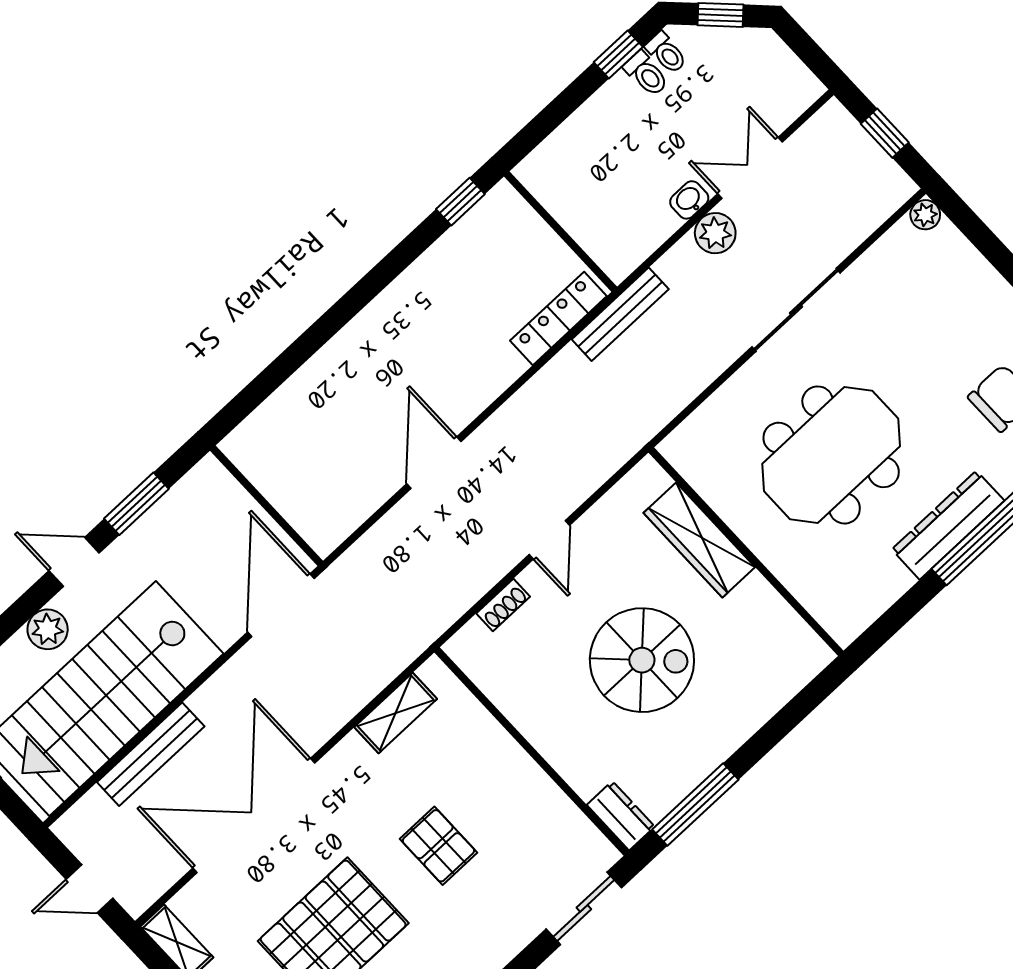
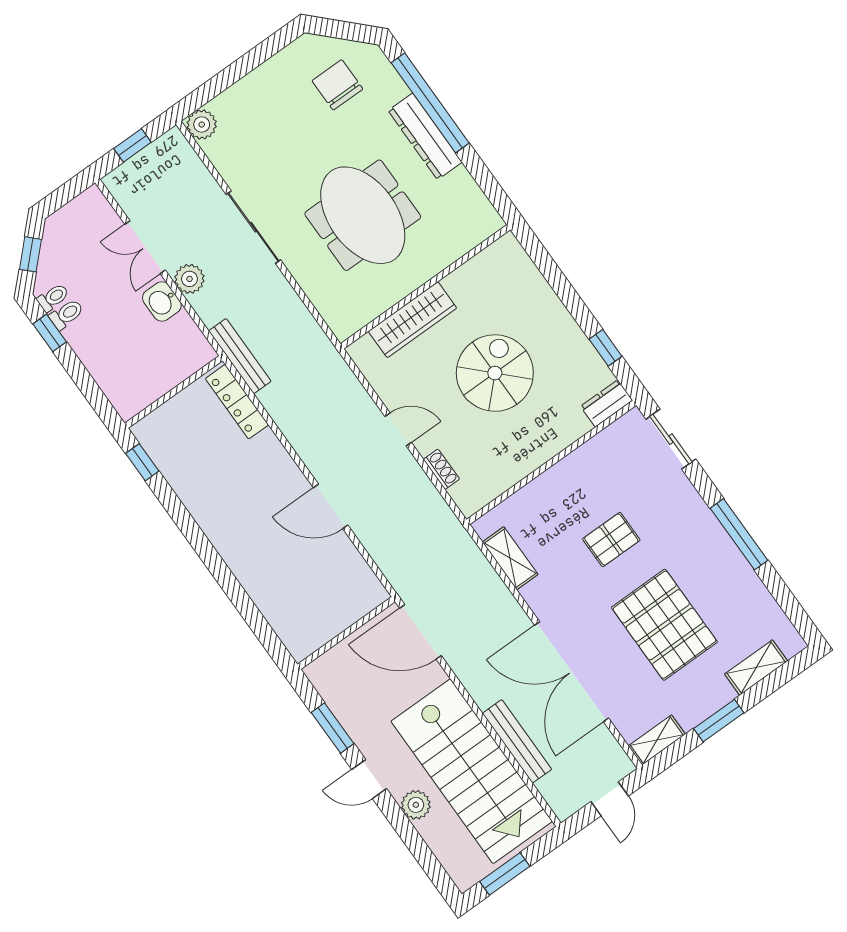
washbasin: (689, 200) -> (162, 301), width x1.38, depth x1.45
plant: (925, 215) -> (202, 124), width x1.38, depth x1.38
door: (74, 562) -> (369, 779), hinge flipped
window: (695, 804) -> (605, 348), width x0.46

